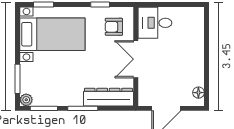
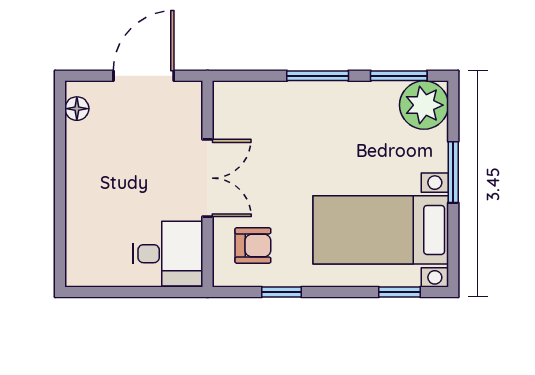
window: (18, 79) -> (453, 172), moved
dresser: (108, 97) -> (264, 99), removed
plant: (26, 100) -> (424, 105), width x1.88, depth x1.88

